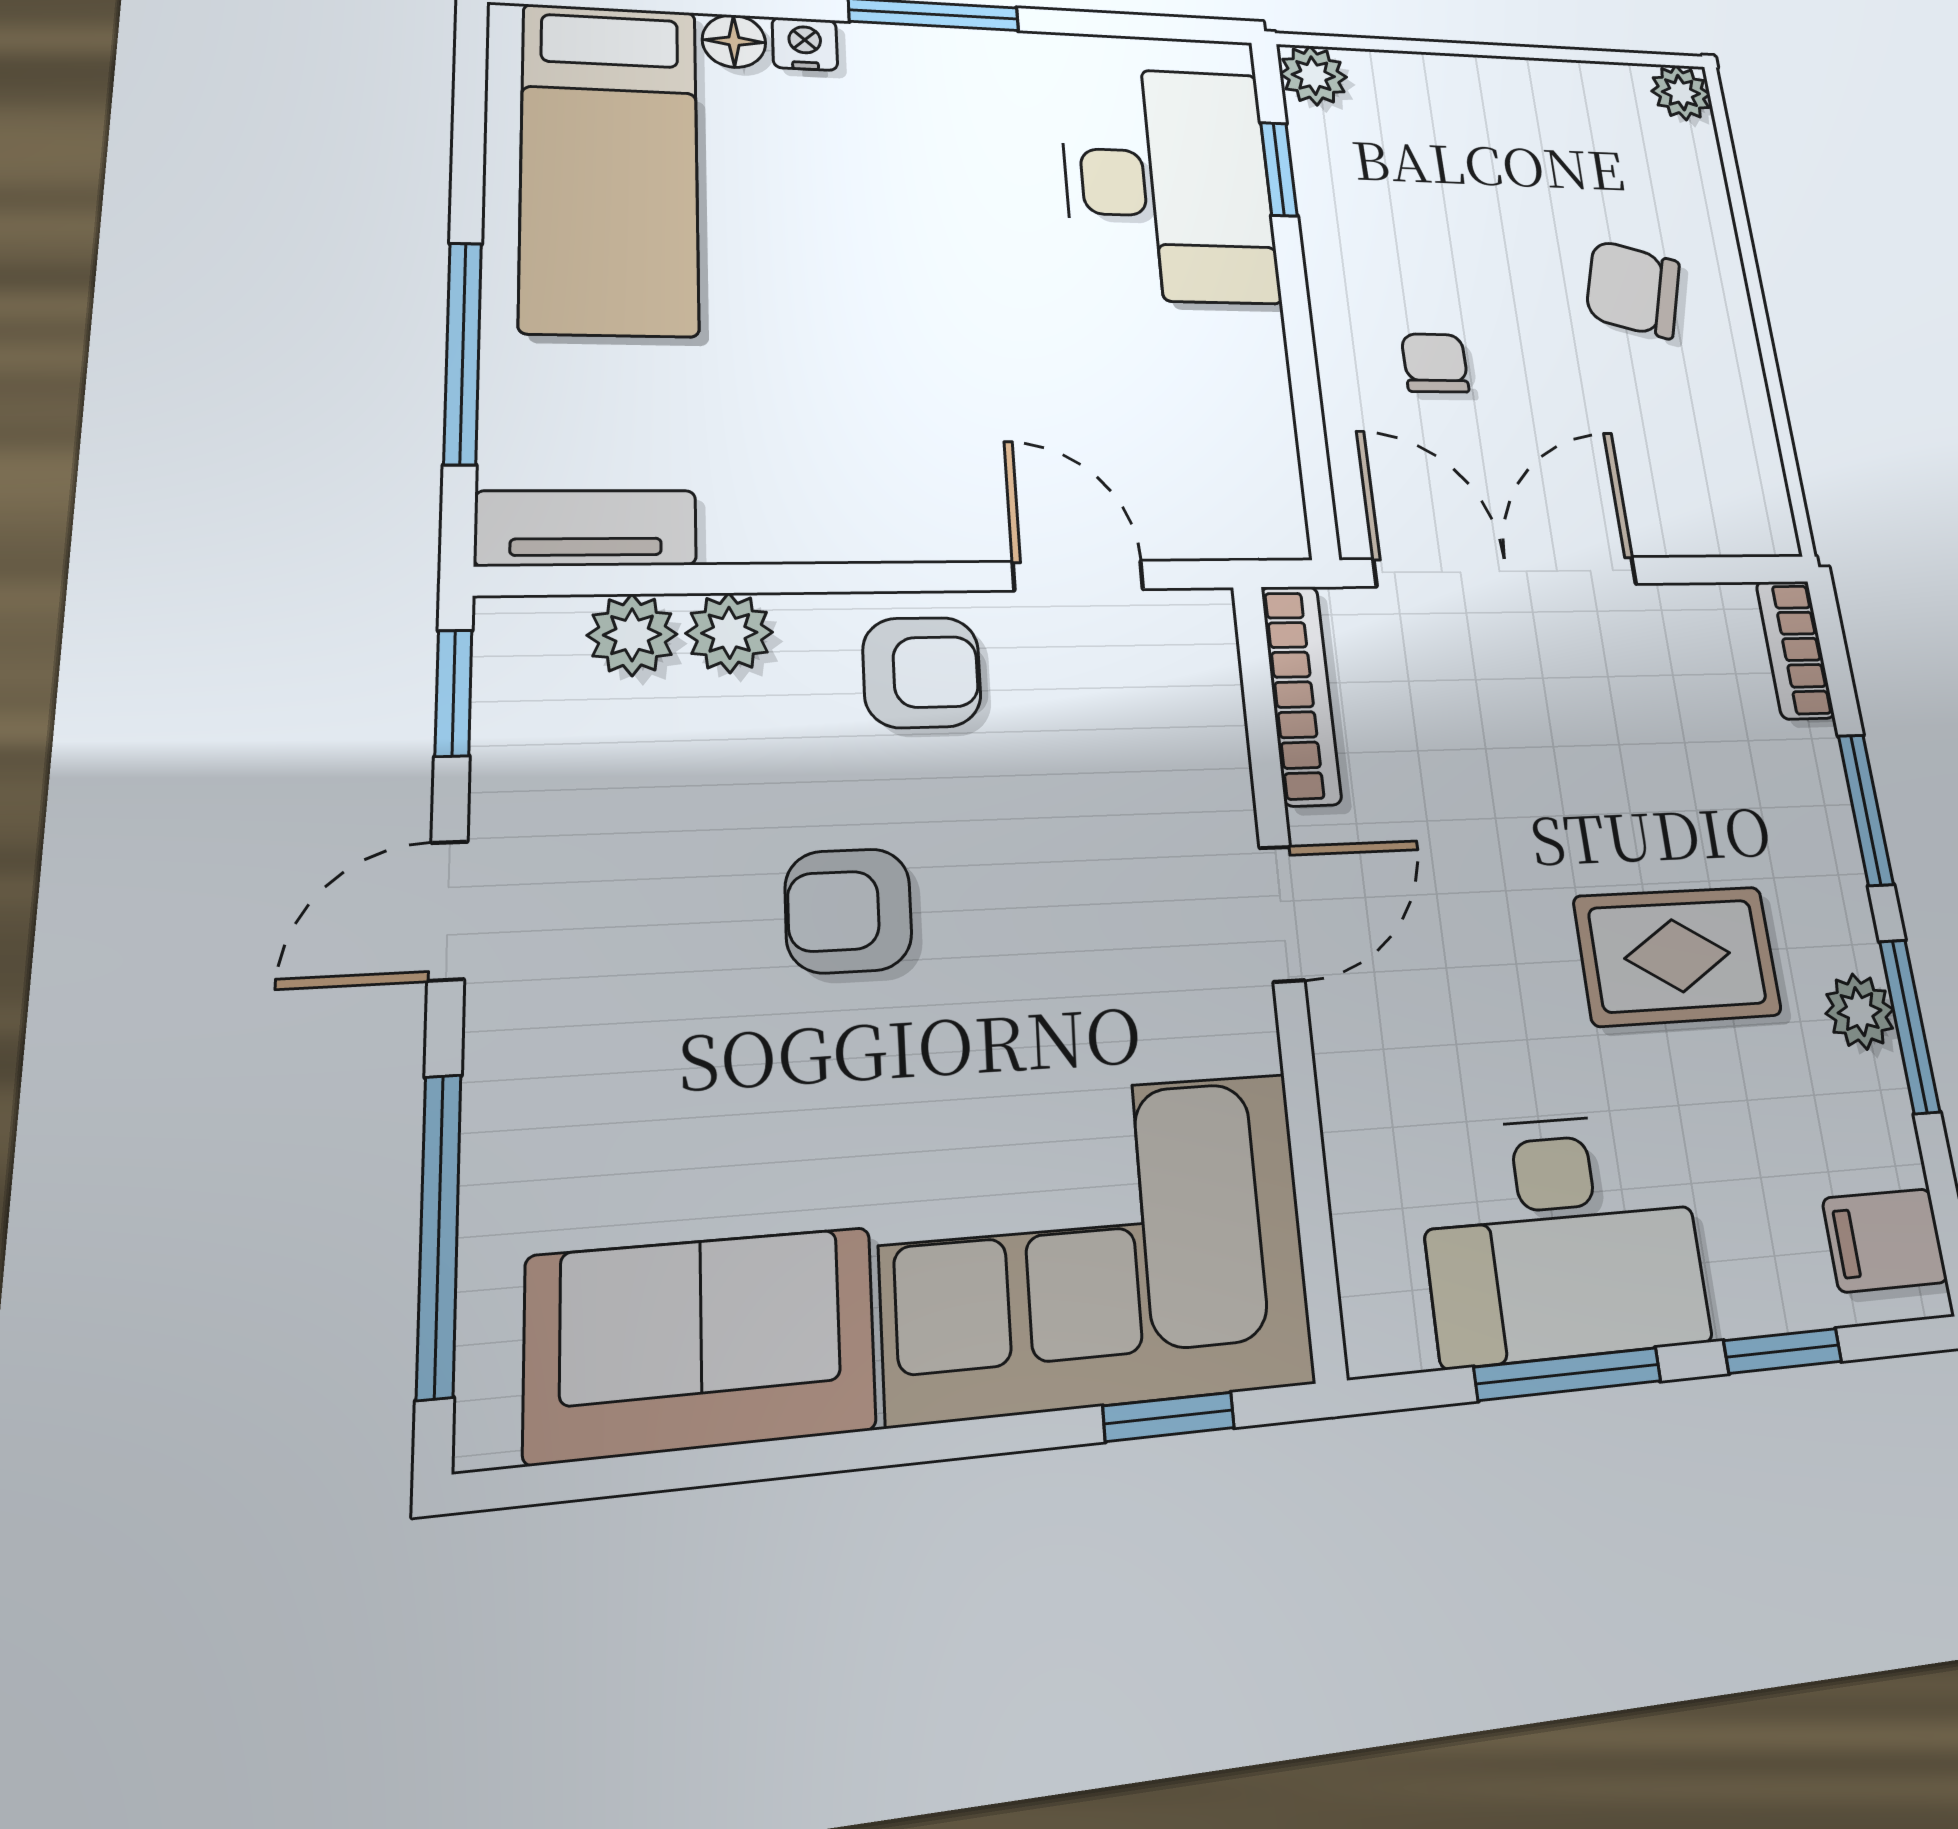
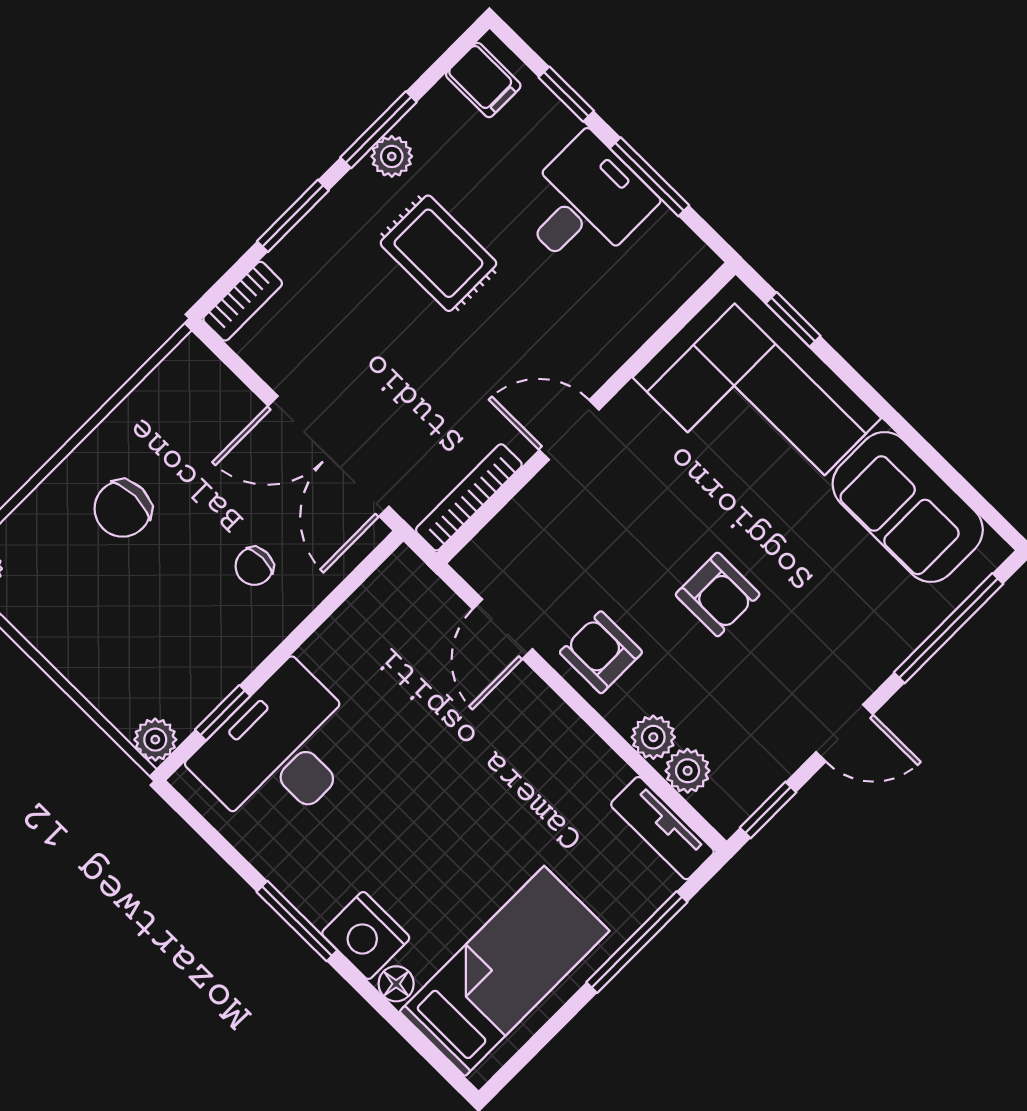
nightstand: (805, 44) -> (366, 936), width x1.89, depth x1.79
chair: (1633, 289) -> (123, 509), turned 75
desk: (1562, 1237) -> (585, 204), width x0.73

